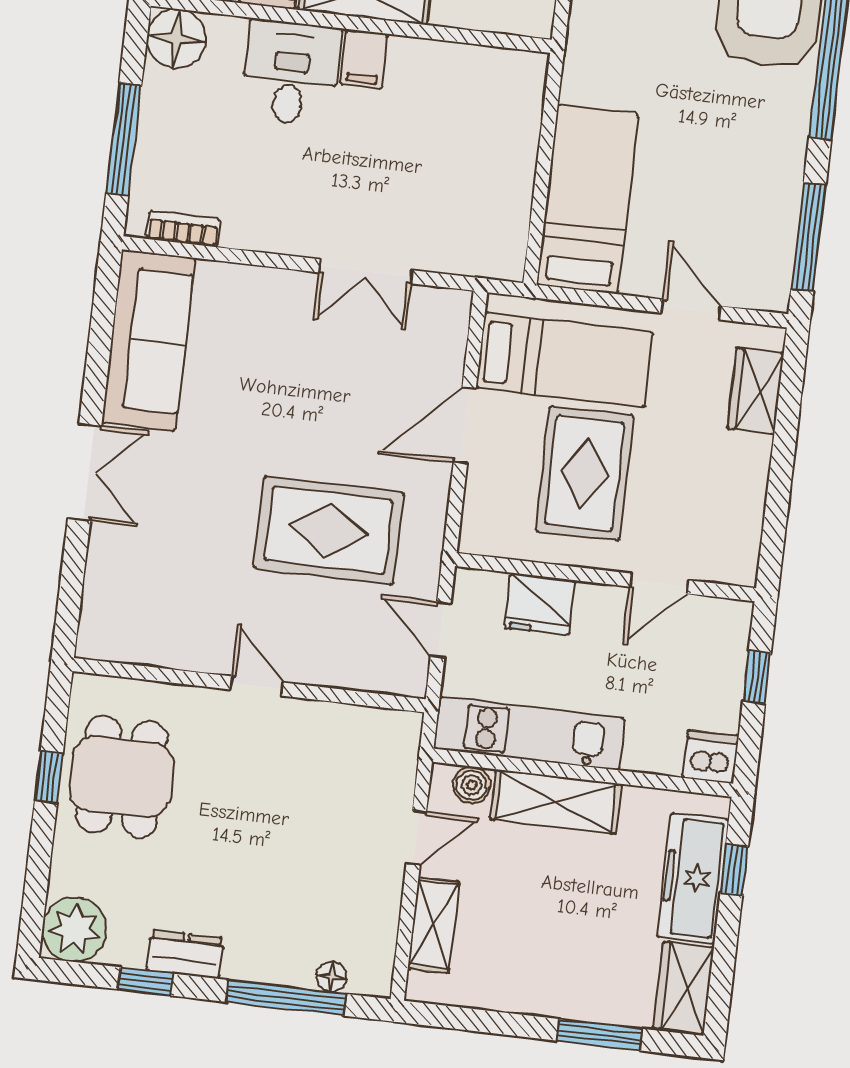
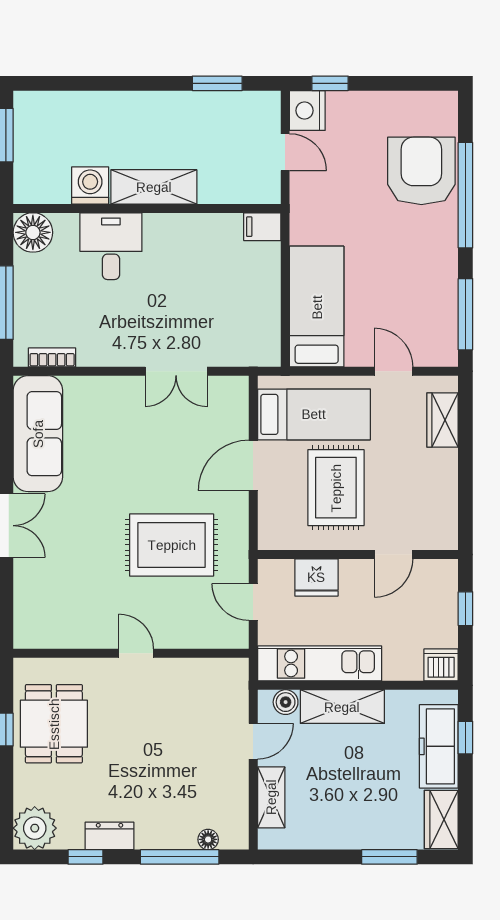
filing cabinet: (364, 59) -> (262, 227), moved, turned 90

